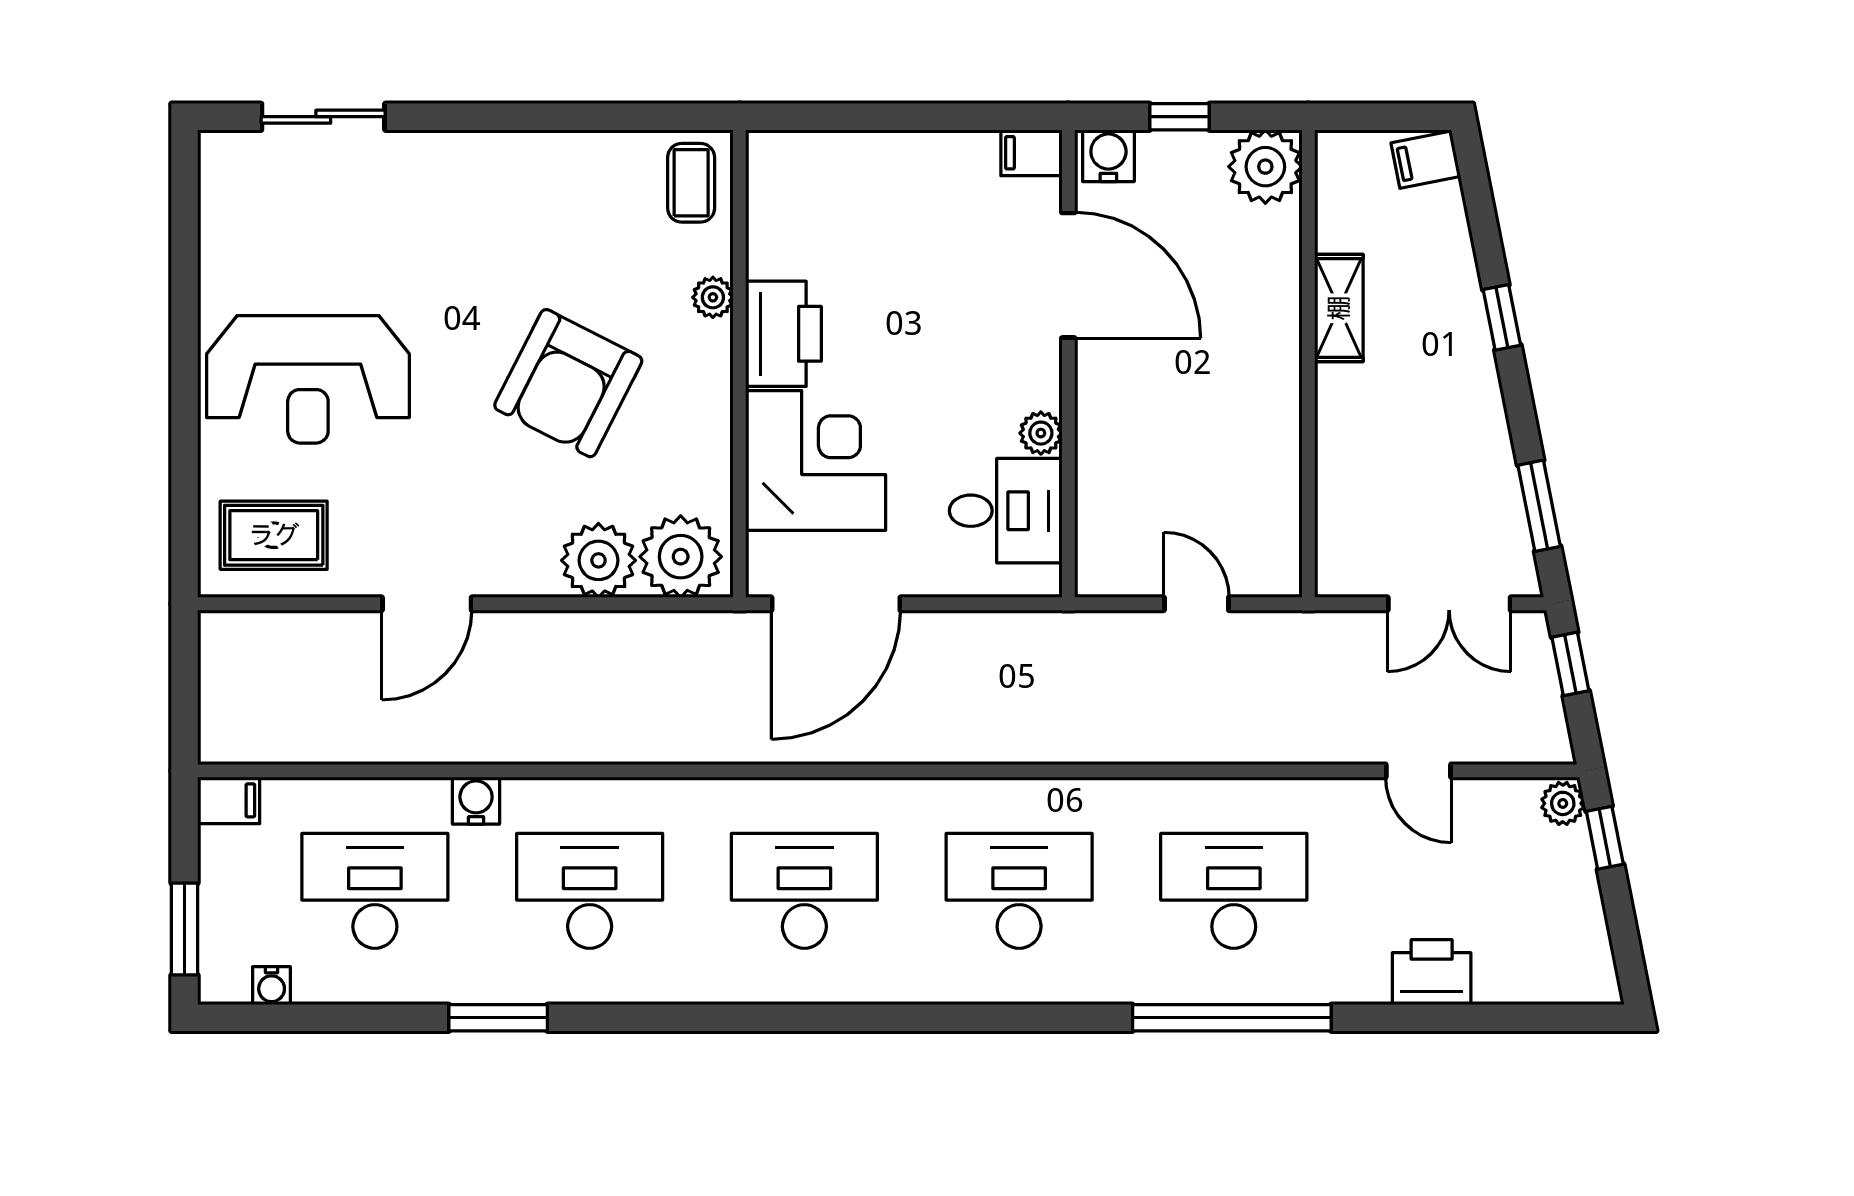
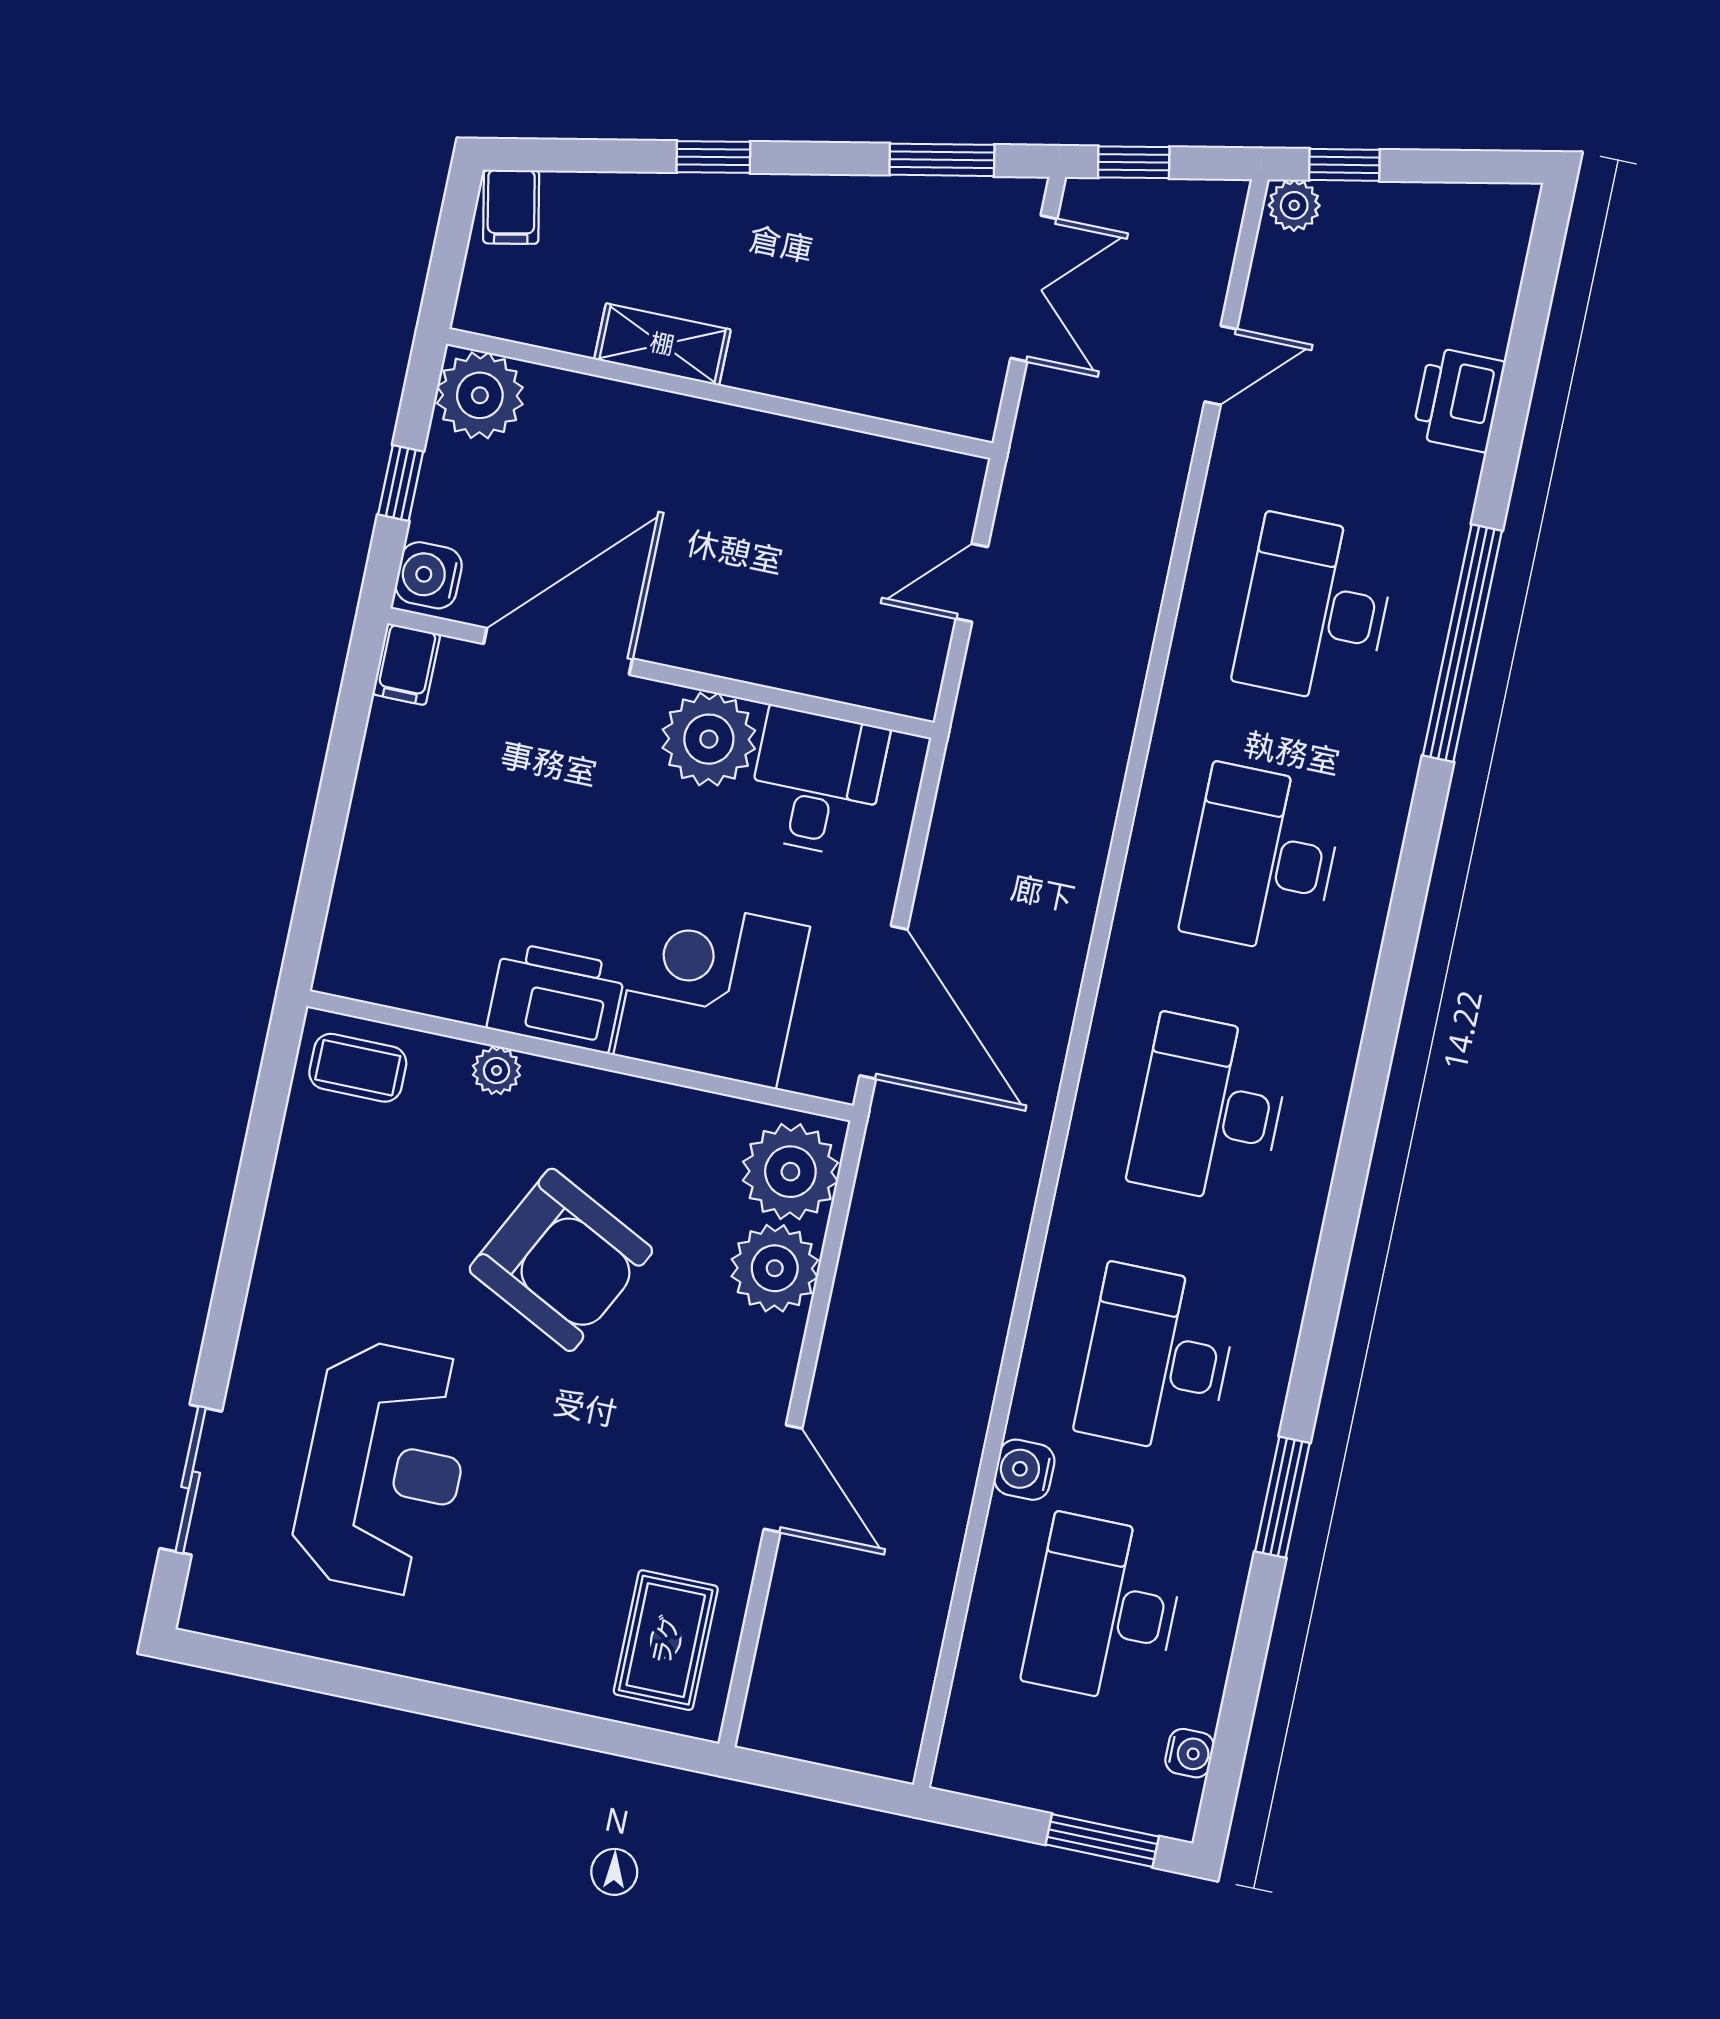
reception desk: (308, 379) -> (384, 1468), moved
plant: (1041, 433) -> (709, 739), width x1.88, depth x1.88
filing cabinet: (229, 800) -> (963, 1758), removed

